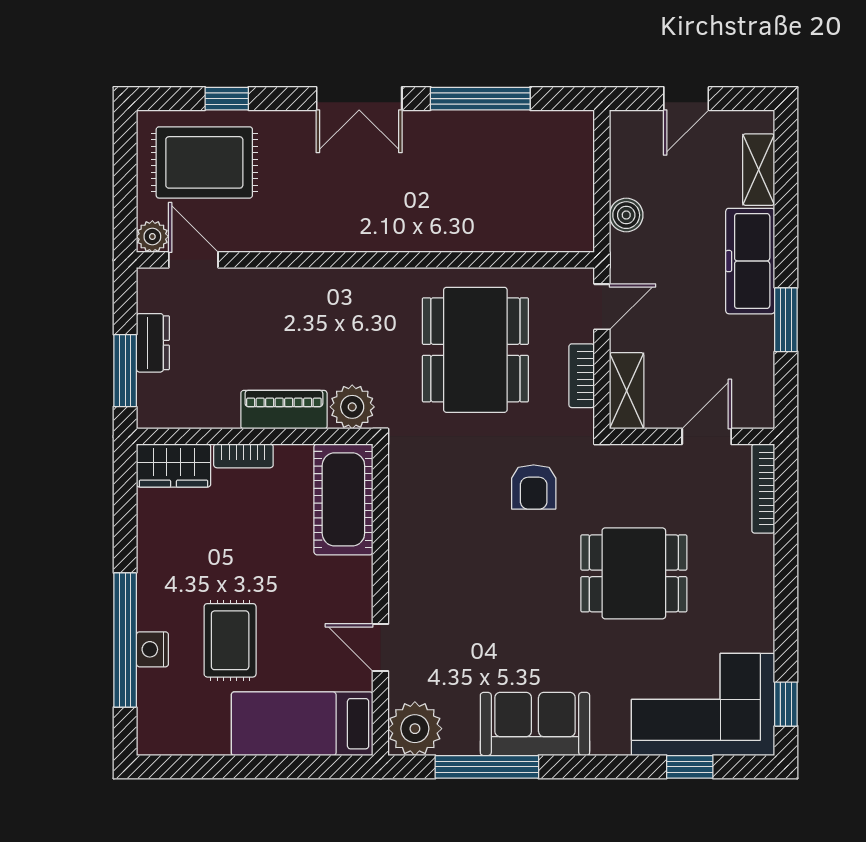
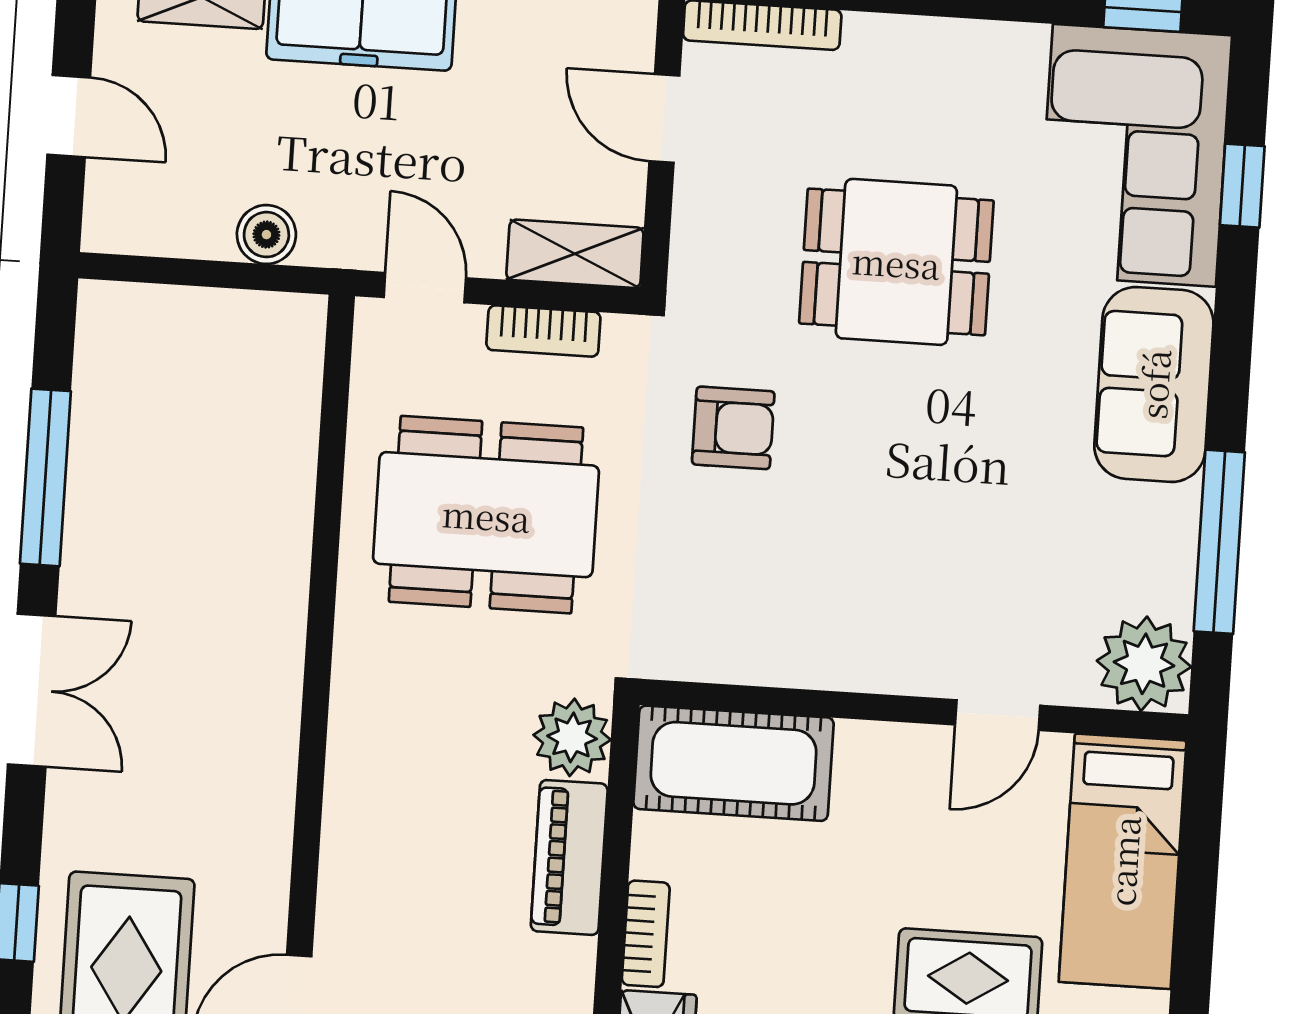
dining table: (634, 573) -> (896, 262), turned 90
sofa: (535, 724) -> (1154, 384), moved

